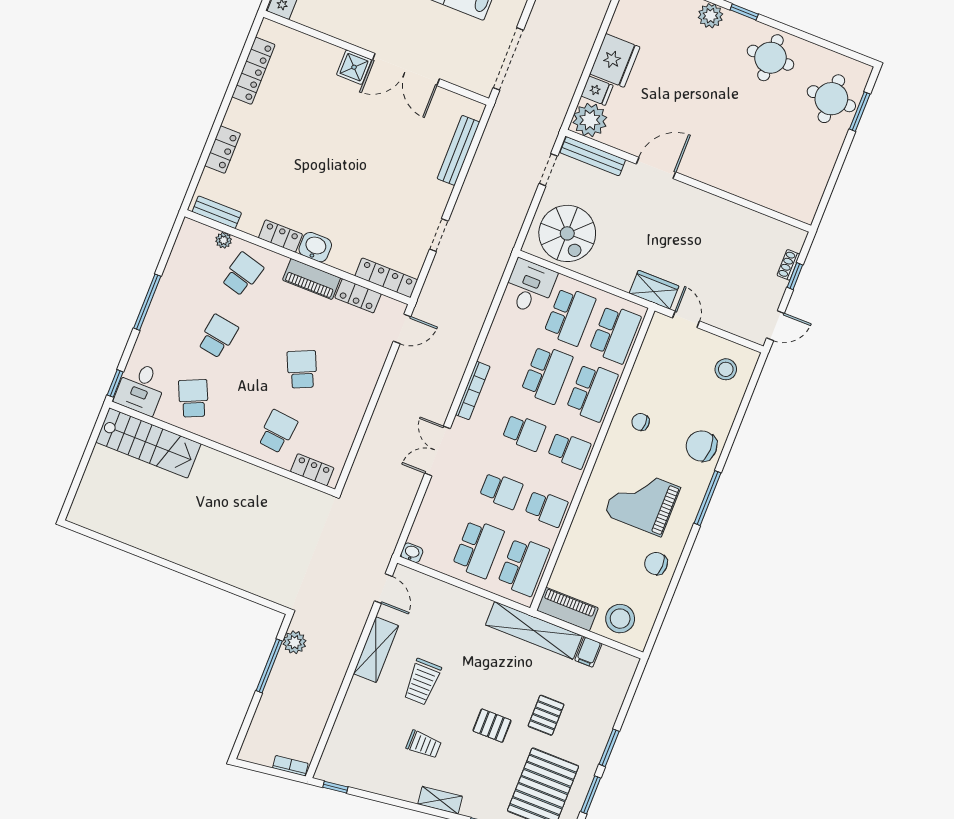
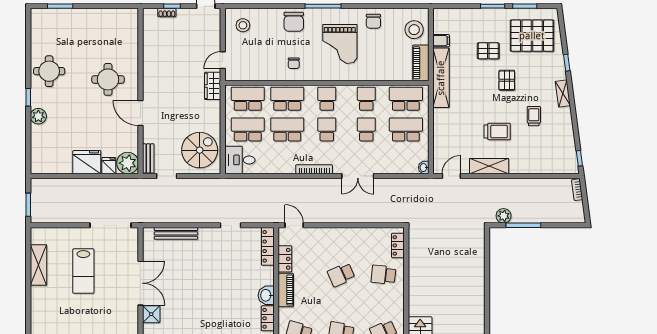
round table: (831, 99) -> (108, 79), moved
bench: (593, 156) -> (148, 158), width x0.73

